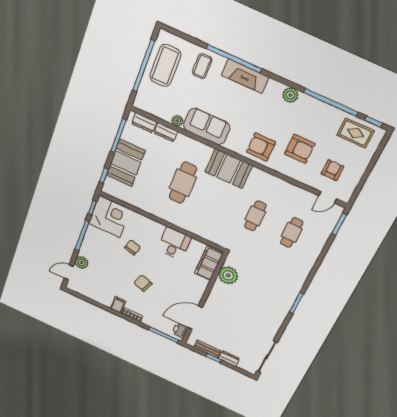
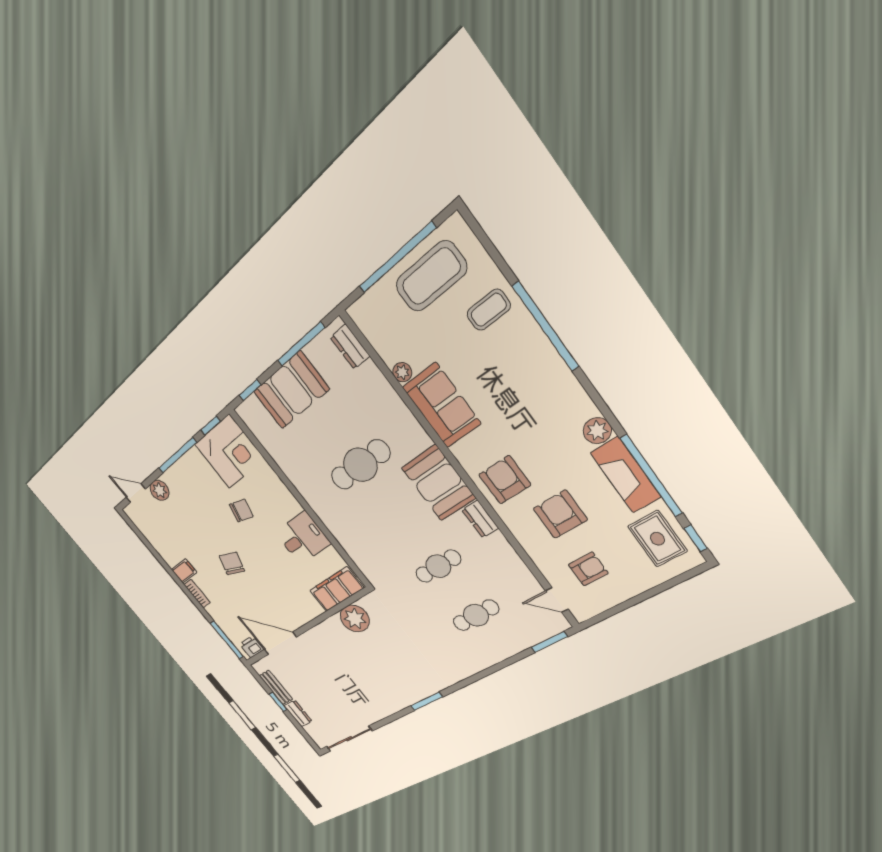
fireplace: (245, 76) -> (626, 475), moved
dresser: (166, 132) -> (480, 519), moved
armchair: (300, 149) -> (560, 514), turned 180

